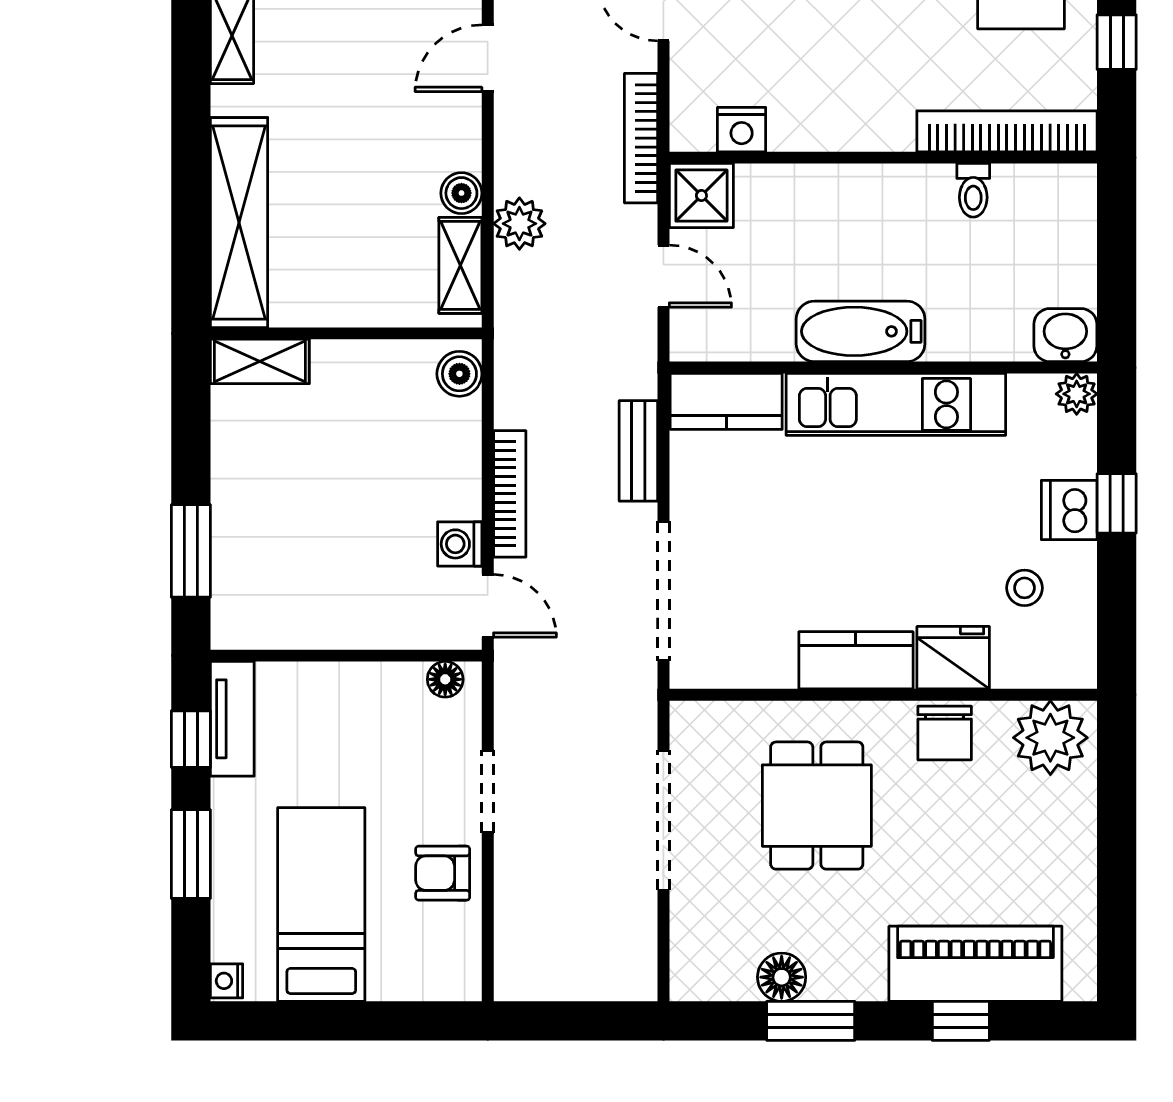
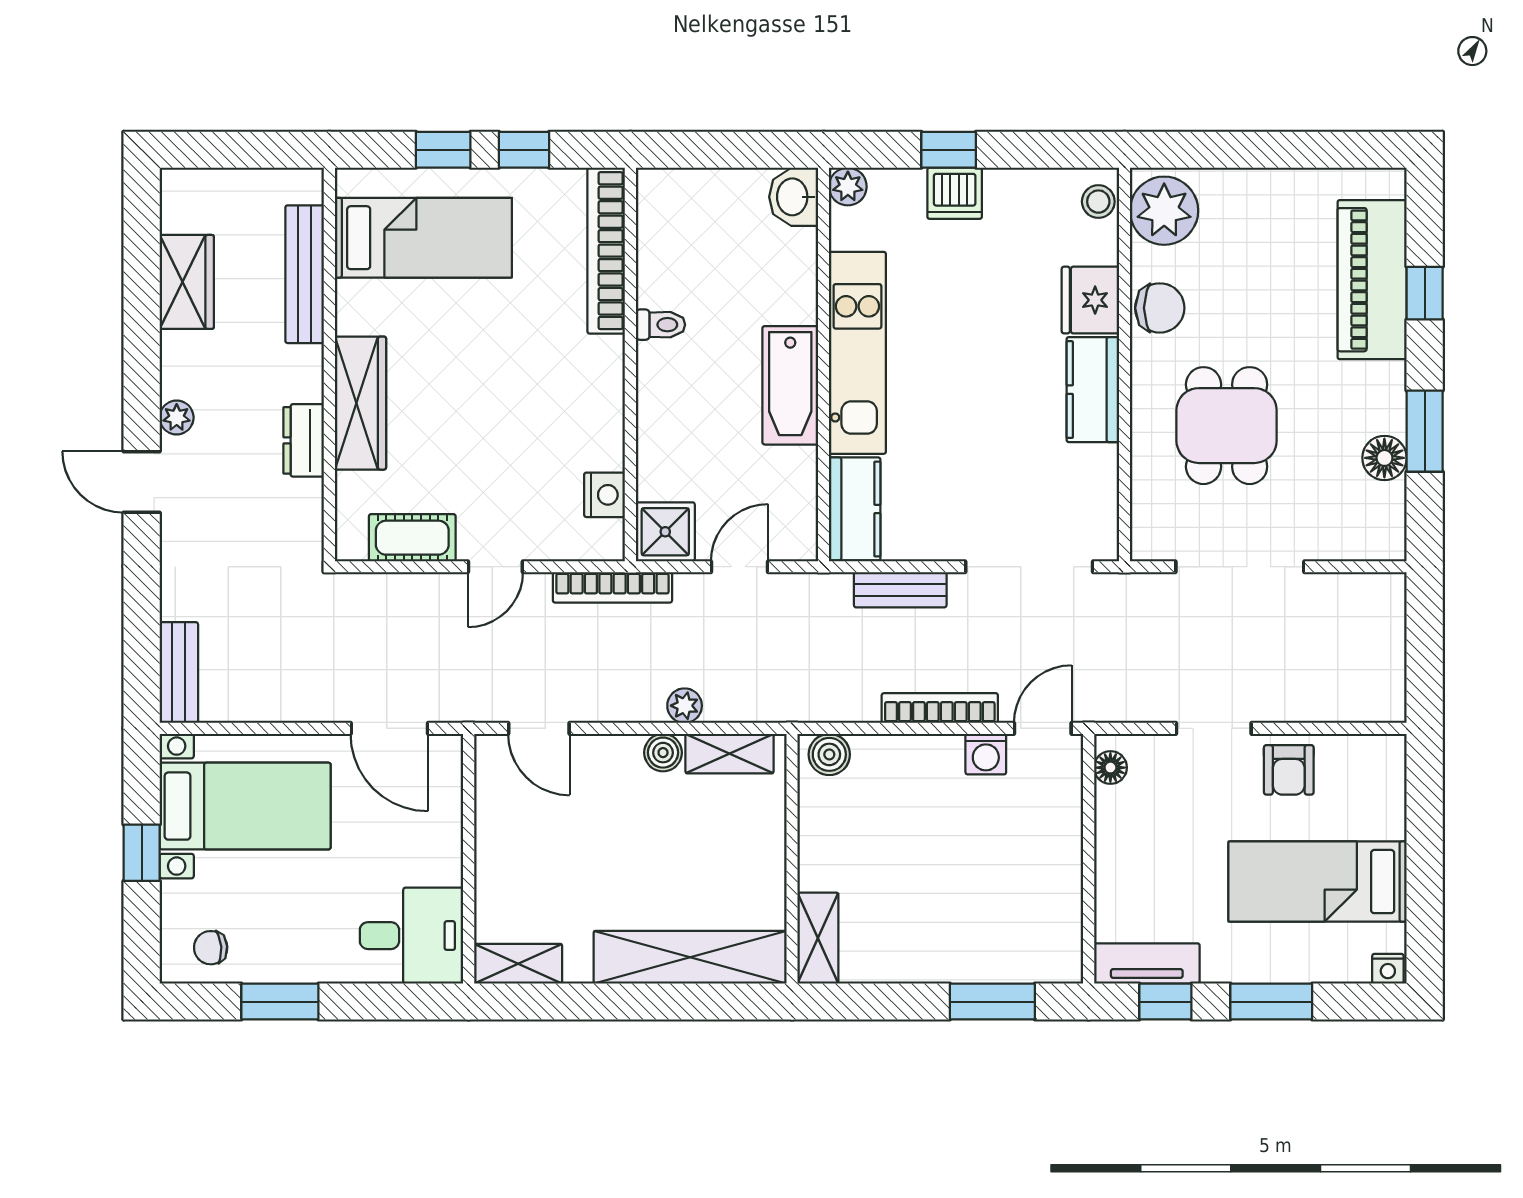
toilet: (973, 190) -> (660, 325), moved
plant: (519, 224) -> (685, 706), width x0.73, depth x0.73
stool: (1025, 588) -> (1098, 202), moved
dining table: (817, 806) -> (1227, 426), turned 90

